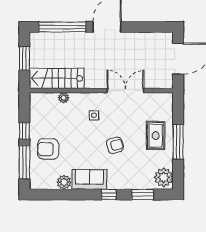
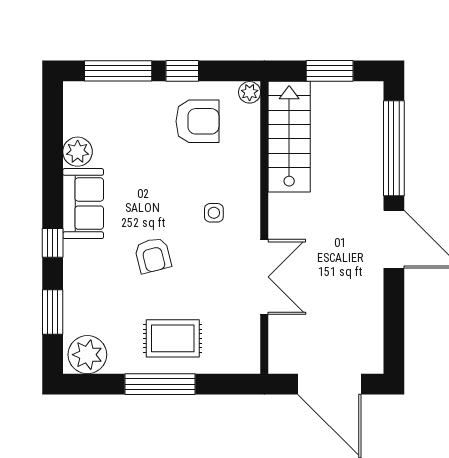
plant: (64, 98) -> (250, 92), moved
armchair: (48, 149) -> (197, 121), moved, turned 90

